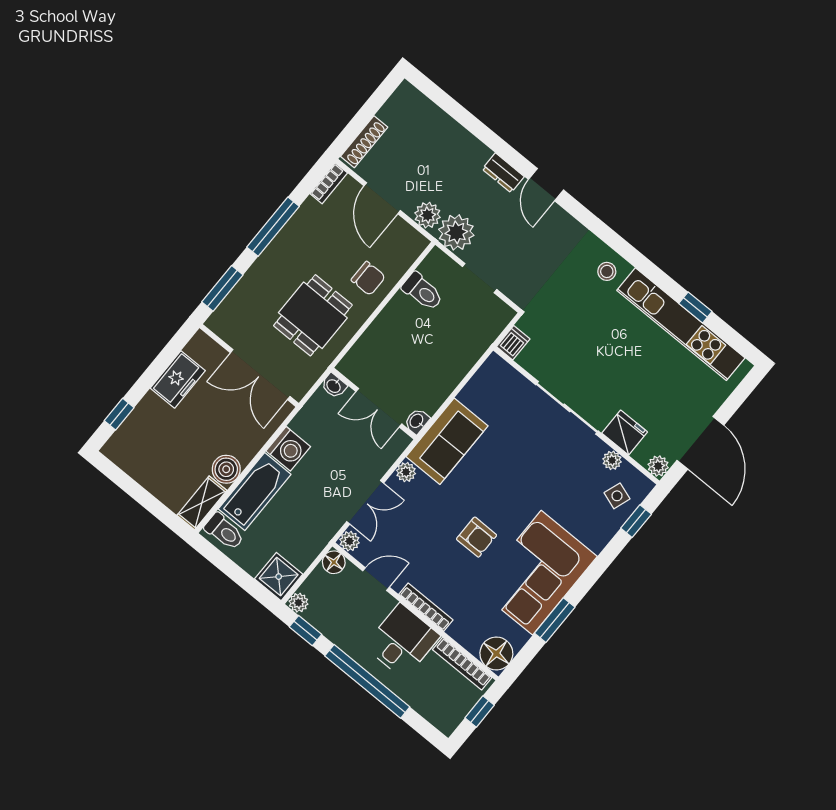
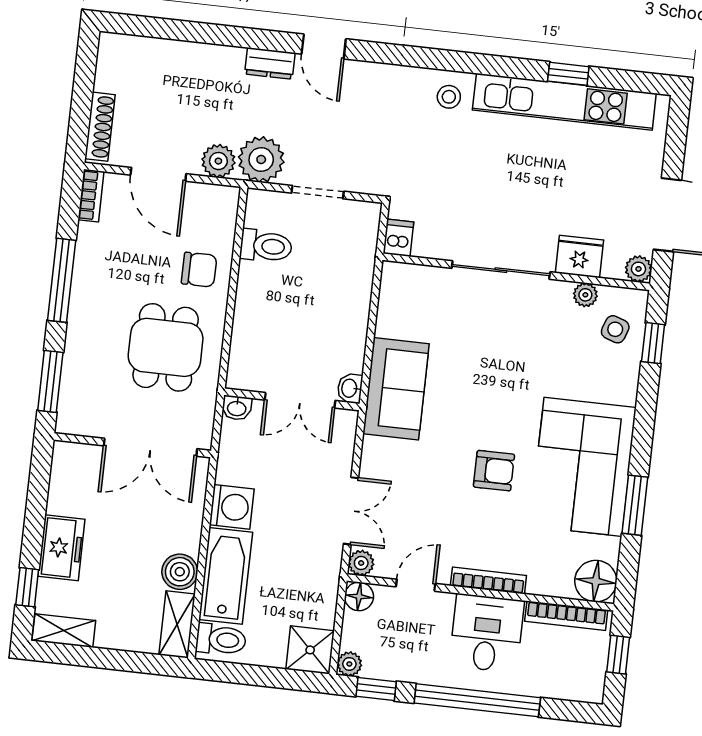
freezer: (178, 379) -> (61, 548), moved
shelving: (125, 458) -> (64, 631), added
plant: (406, 472) -> (374, 450), removed

